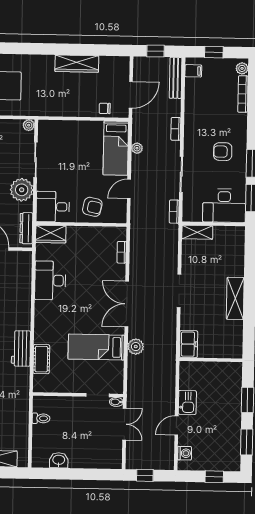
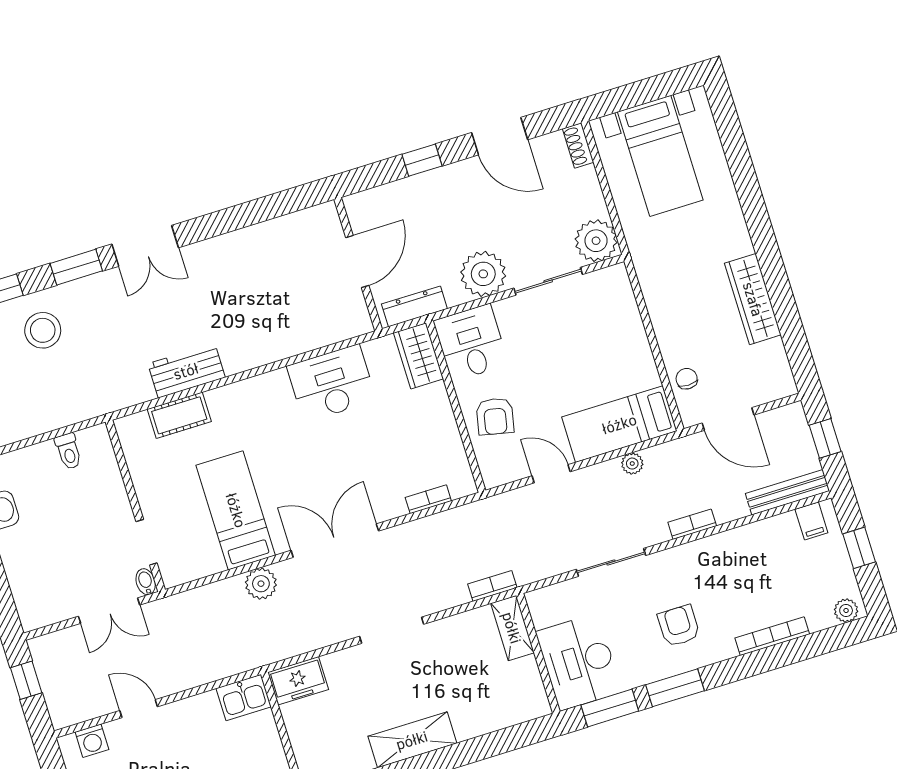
bookcase: (243, 94) -> (772, 636), moved
plant: (29, 125) -> (596, 241), width x1.88, depth x1.88
bookcase: (174, 212) -> (492, 586), moved
kitchen sink: (187, 402) -> (244, 698), moved

